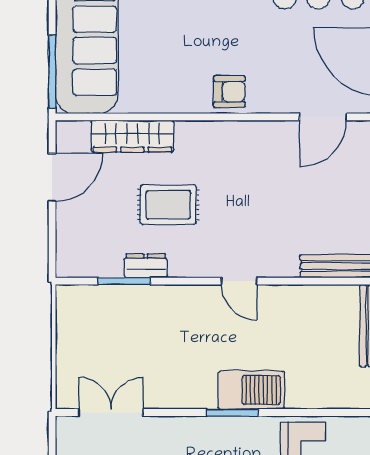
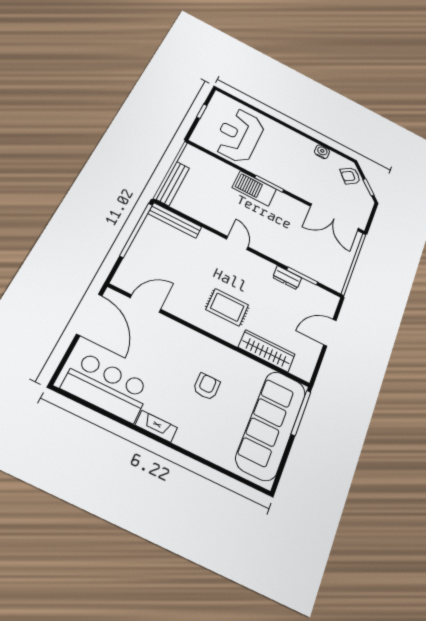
armchair: (229, 92) -> (207, 387), moved, turned 90
door: (52, 177) -> (330, 333), moved
rug: (168, 205) -> (227, 307), moved
double door: (111, 413) -> (334, 217), width x1.37

